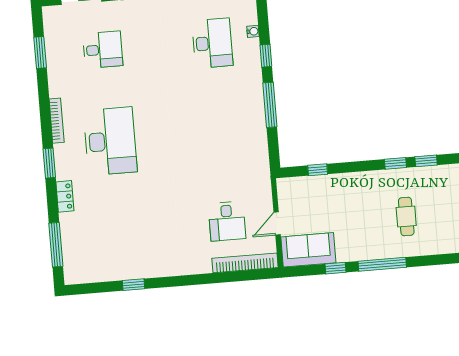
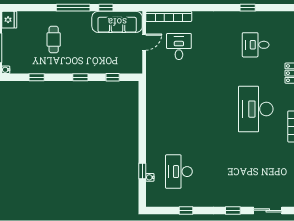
desk: (103, 50) -> (256, 45), moved
window: (266, 56) -> (142, 171), moved
window: (270, 105) -> (142, 125), removed
window: (395, 163) -> (80, 77), moved
sofa: (308, 250) -> (117, 22), width x1.36

